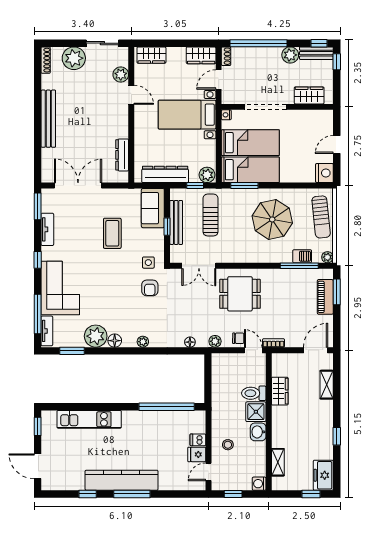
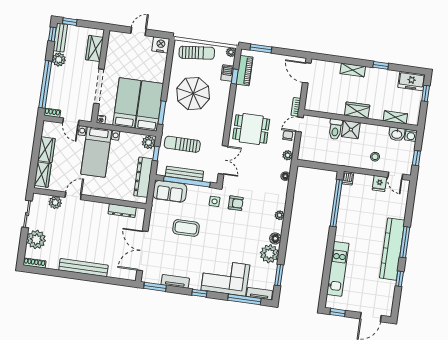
wardrobe: (201, 55) -> (46, 150), moved
door: (337, 145) -> (138, 31), swing flipped
window: (167, 227) -> (187, 182), width x3.17
window: (299, 266) -> (235, 77), width x0.46
dining table: (240, 294) -> (251, 129), turned 90
piano: (325, 297) -> (245, 71), moved, turned -90
shelving: (327, 385) -> (353, 70), moved
wardrobe: (280, 391) -> (357, 110), moved
washbasin: (258, 432) -> (397, 134), moved
dishwasher: (198, 440) -> (348, 178), moved

